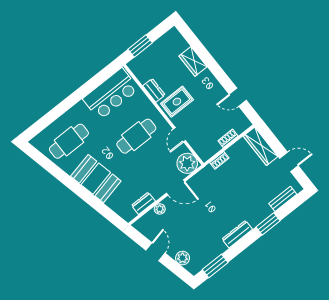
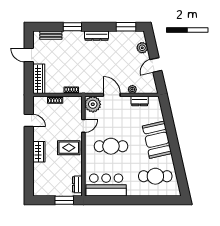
wardrobe: (193, 61) -> (39, 152), moved
dresser: (154, 90) -> (77, 184), moved

